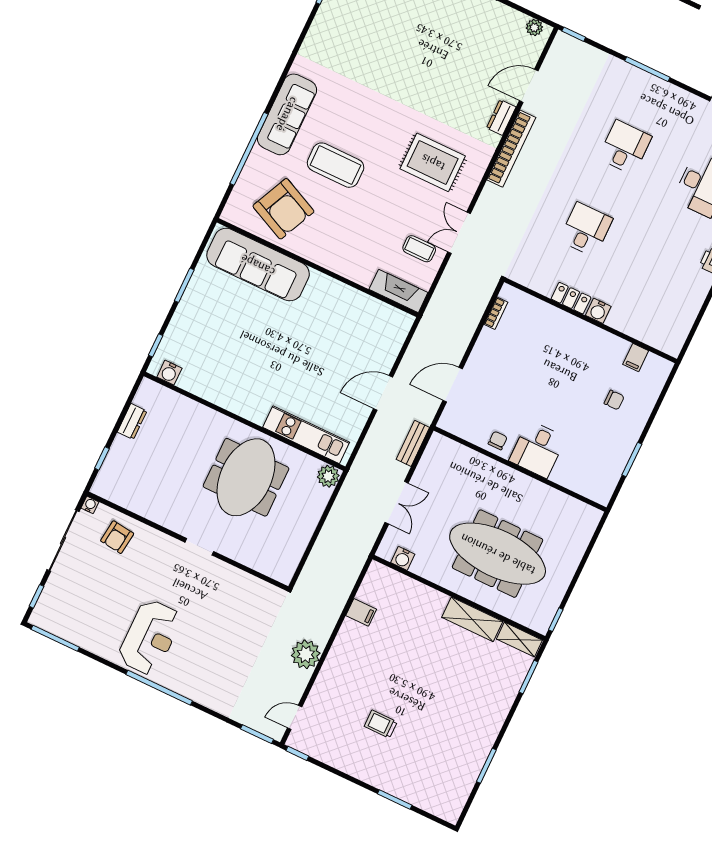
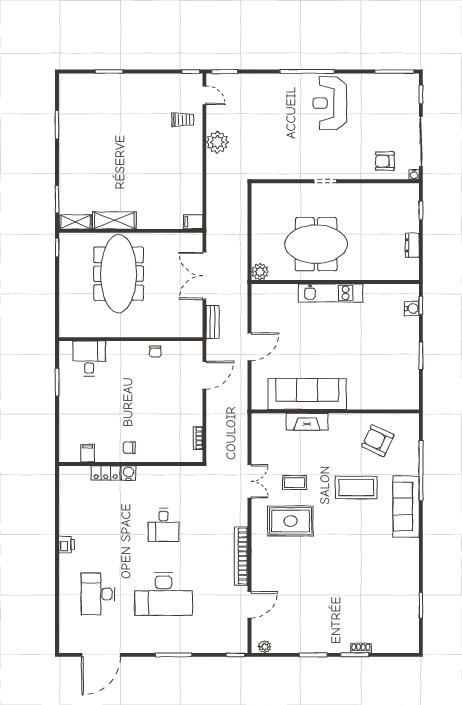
dresser: (501, 117) -> (258, 574), removed
desk: (625, 147) -> (164, 594), width x1.87, depth x1.30
armchair: (283, 209) -> (378, 441), width x0.73, depth x0.73
coffee table: (419, 249) -> (295, 483), moved
sofa: (258, 265) -> (307, 394), moved
fireplace: (398, 291) -> (307, 422), moved
locker: (571, 298) -> (106, 473), moved
water cooler: (169, 373) -> (412, 308), moved, turned 90
chair: (614, 400) -> (129, 448), moved
kitchen unit: (306, 435) -> (331, 293), moved
desk: (538, 449) -> (89, 358), moved
meeting table: (246, 477) -> (316, 244), turned 90
double door: (397, 503) -> (204, 276), width x1.37
armchair: (117, 537) -> (385, 161), turned -97
meeting table: (498, 554) -> (119, 274), turned 90
water cooler: (403, 558) -> (182, 240), removed
filing cabinet: (361, 612) -> (193, 222), moved
door: (295, 717) -> (204, 95), hinge flipped
trolley: (381, 724) -> (183, 120), moved

